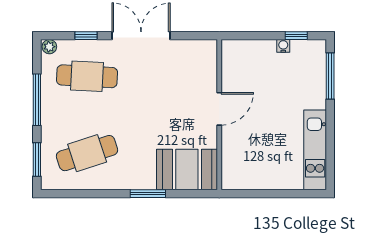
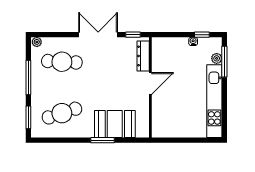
window: (86, 36) -> (133, 35), moved
dresser: (208, 68) -> (143, 56), added
plant: (318, 71) -> (217, 58), added
kitchen unit: (315, 150) -> (214, 101), width x1.36
booth: (187, 170) -> (115, 124), moved

